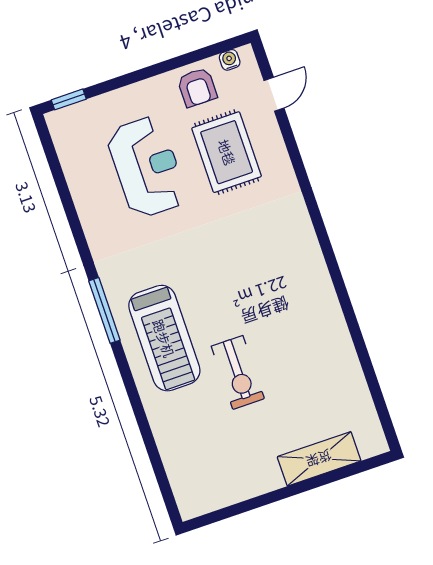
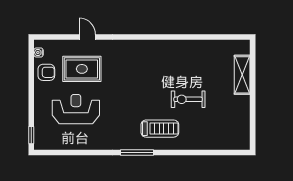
door: (274, 94) -> (87, 37), moved
treadmill: (164, 338) -> (160, 129), width x0.73, depth x0.73
exercise bike: (238, 372) -> (188, 99), turned 180

